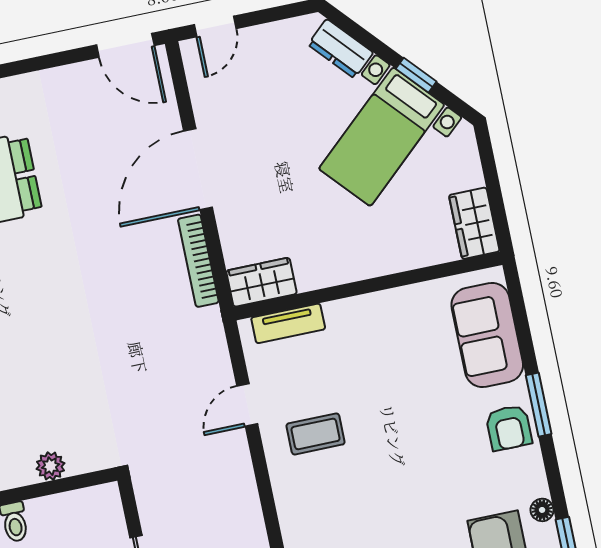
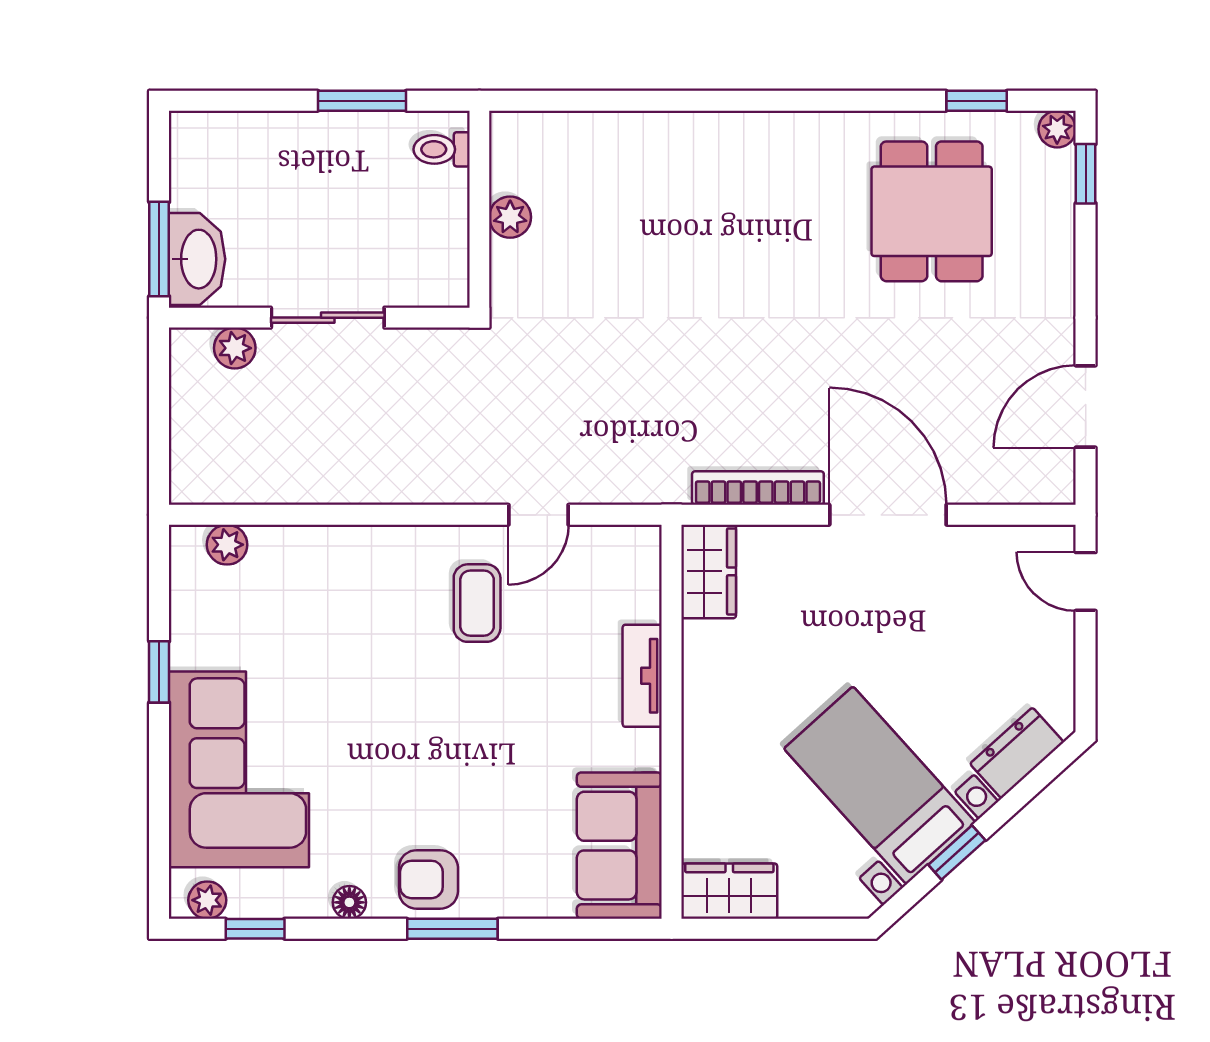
door: (125, 45) -> (1086, 406), moved
tv unit: (288, 323) -> (642, 676), moved
sofa: (487, 335) -> (619, 846), moved, turned -90
door: (247, 405) -> (538, 515), swing flipped
floor lamp: (542, 510) -> (349, 902), moved

